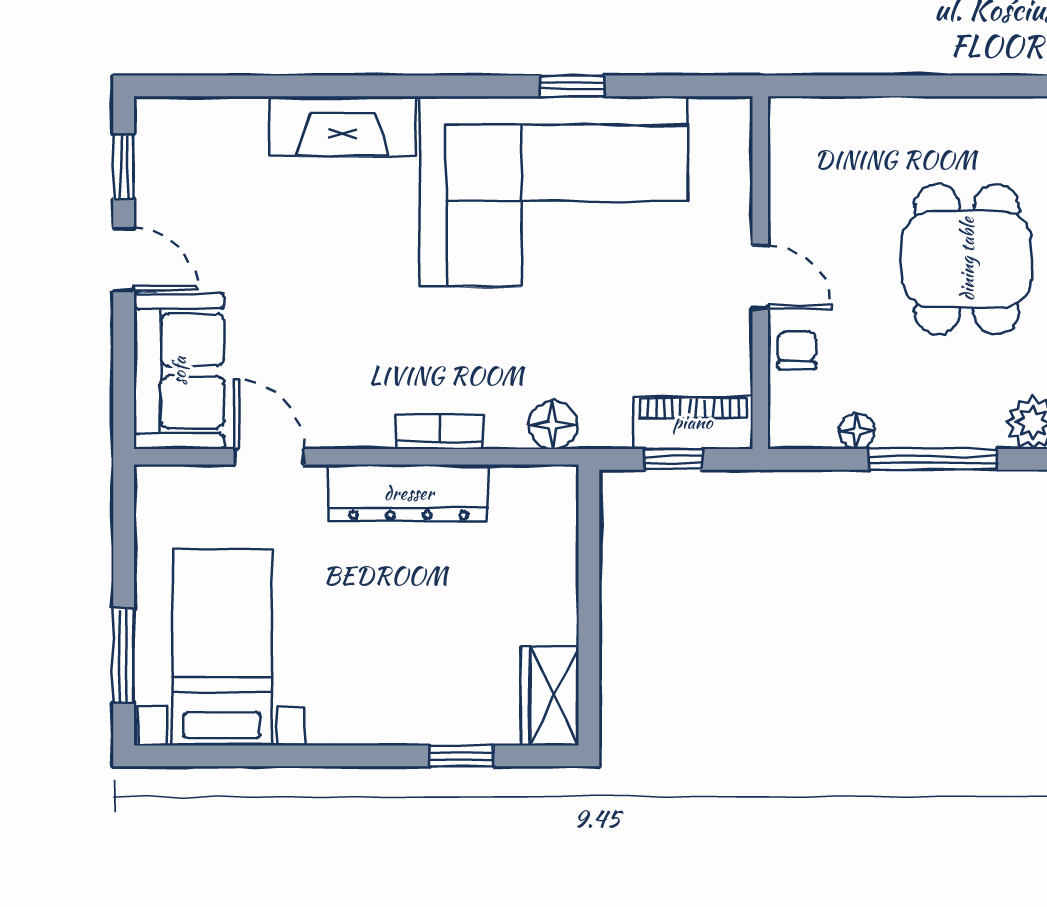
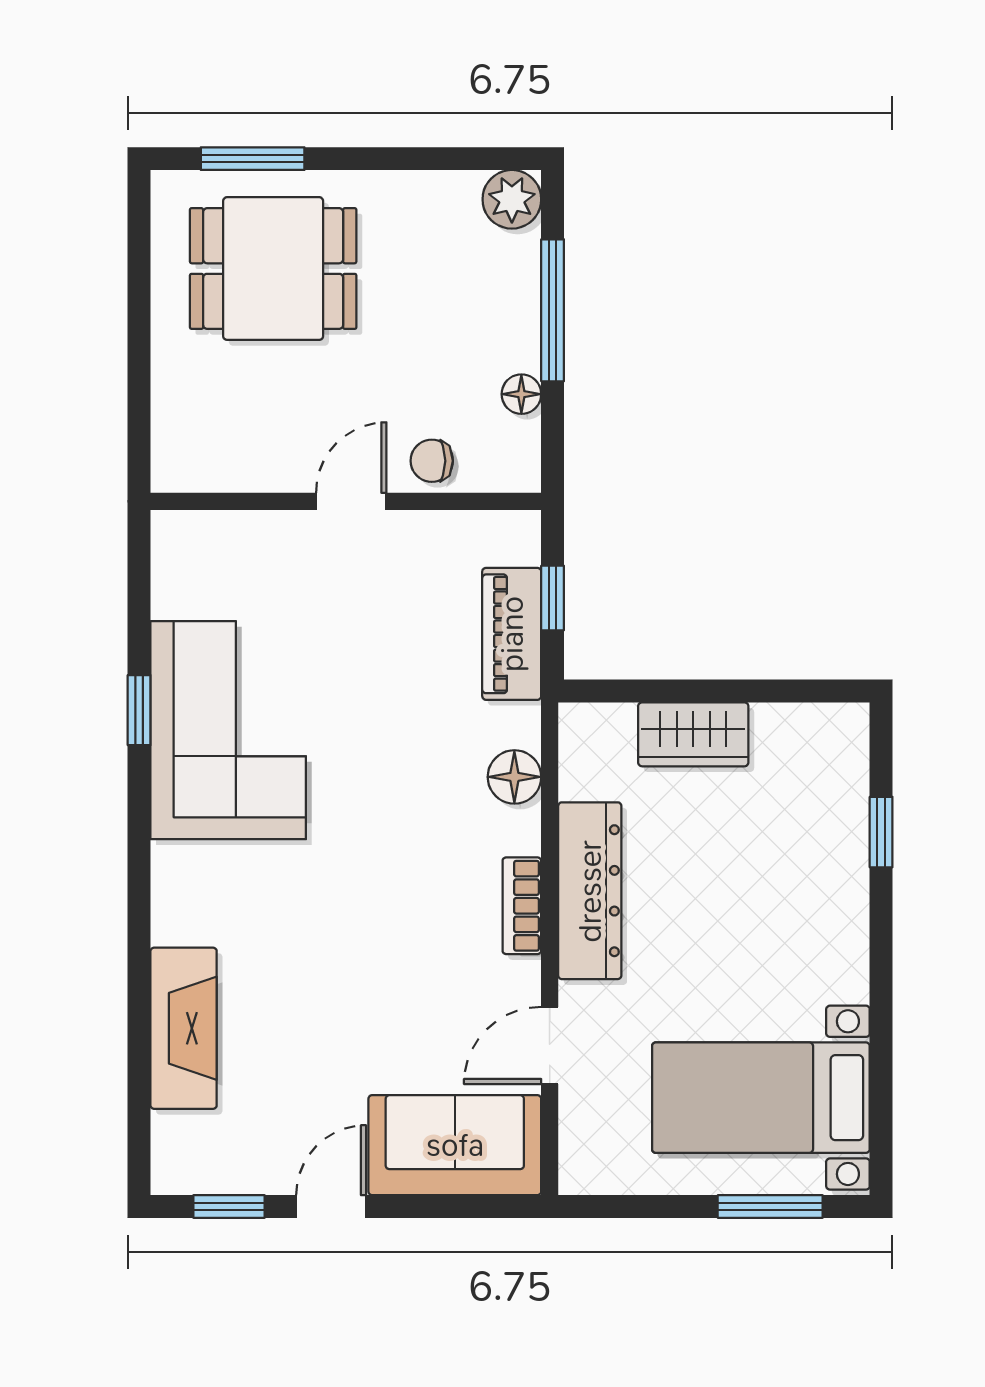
fireplace: (343, 126) -> (184, 1028), moved
corner sofa: (554, 192) -> (228, 730), width x0.73, depth x0.74
dining table: (967, 259) -> (273, 269), moved
piano: (693, 422) -> (512, 634), moved
floor lamp: (553, 425) -> (514, 777), moved
bookcase: (439, 432) -> (522, 906), moved
wardrobe: (550, 696) -> (693, 734), moved

